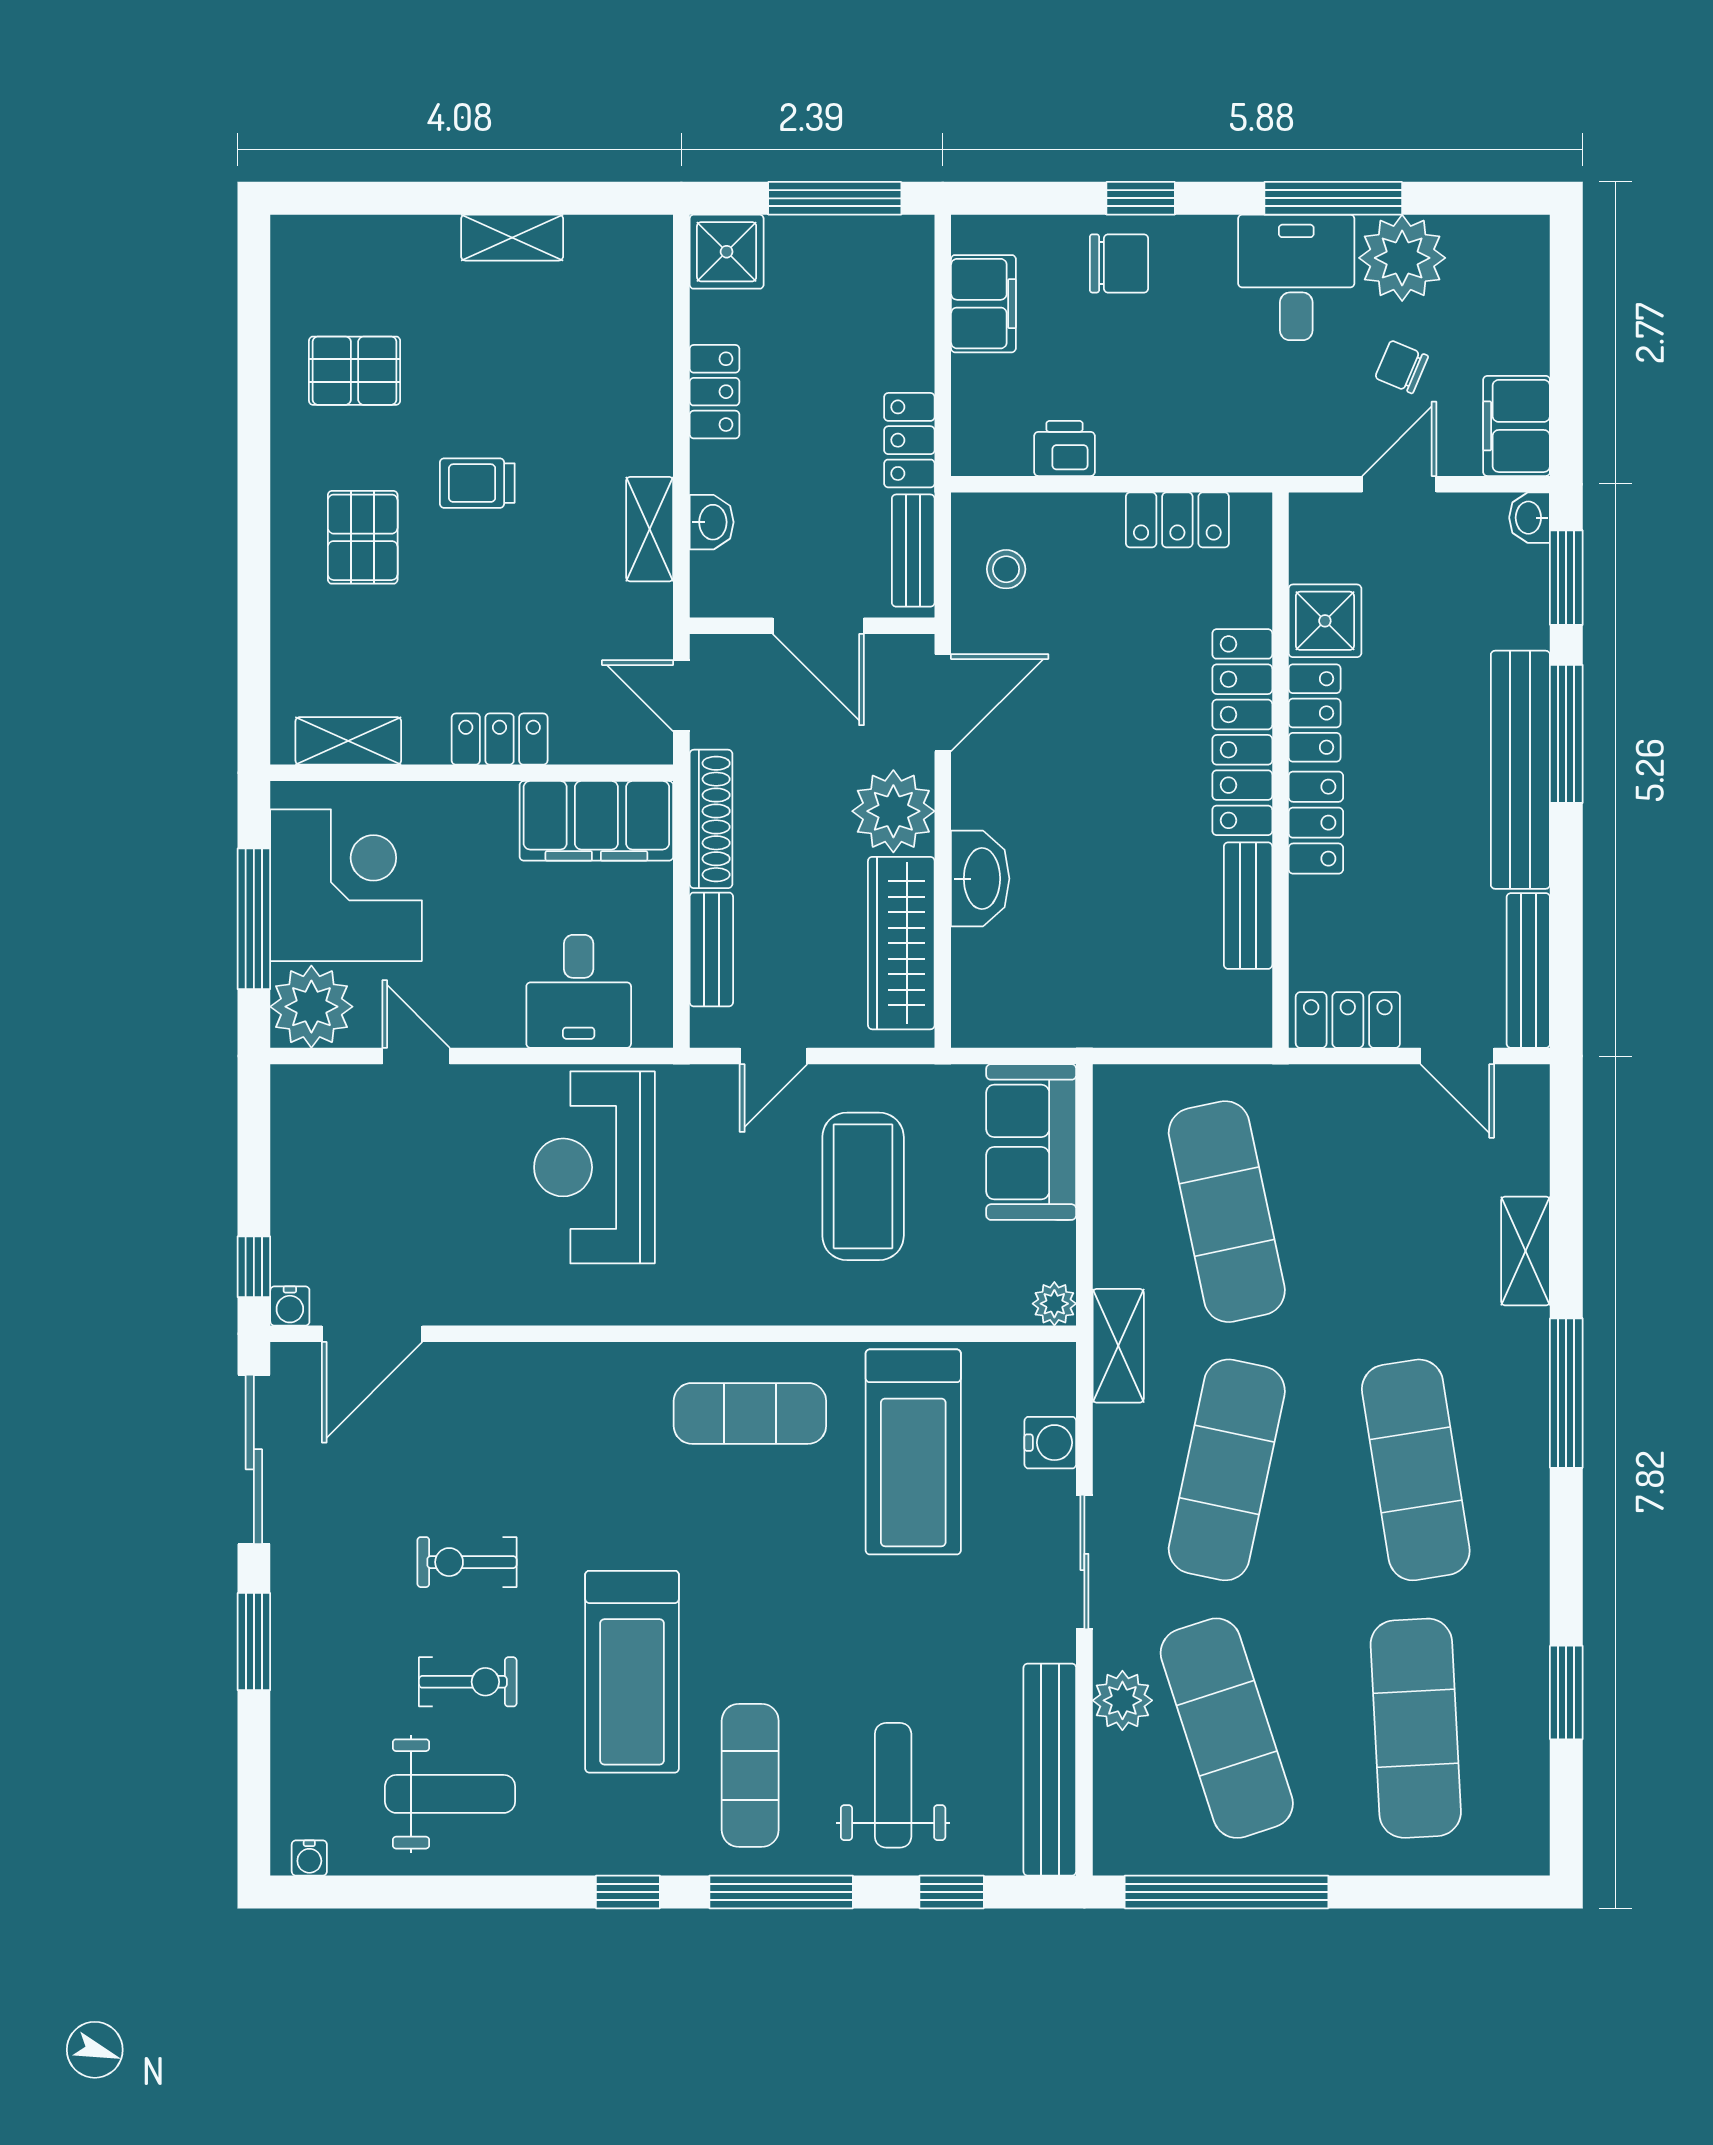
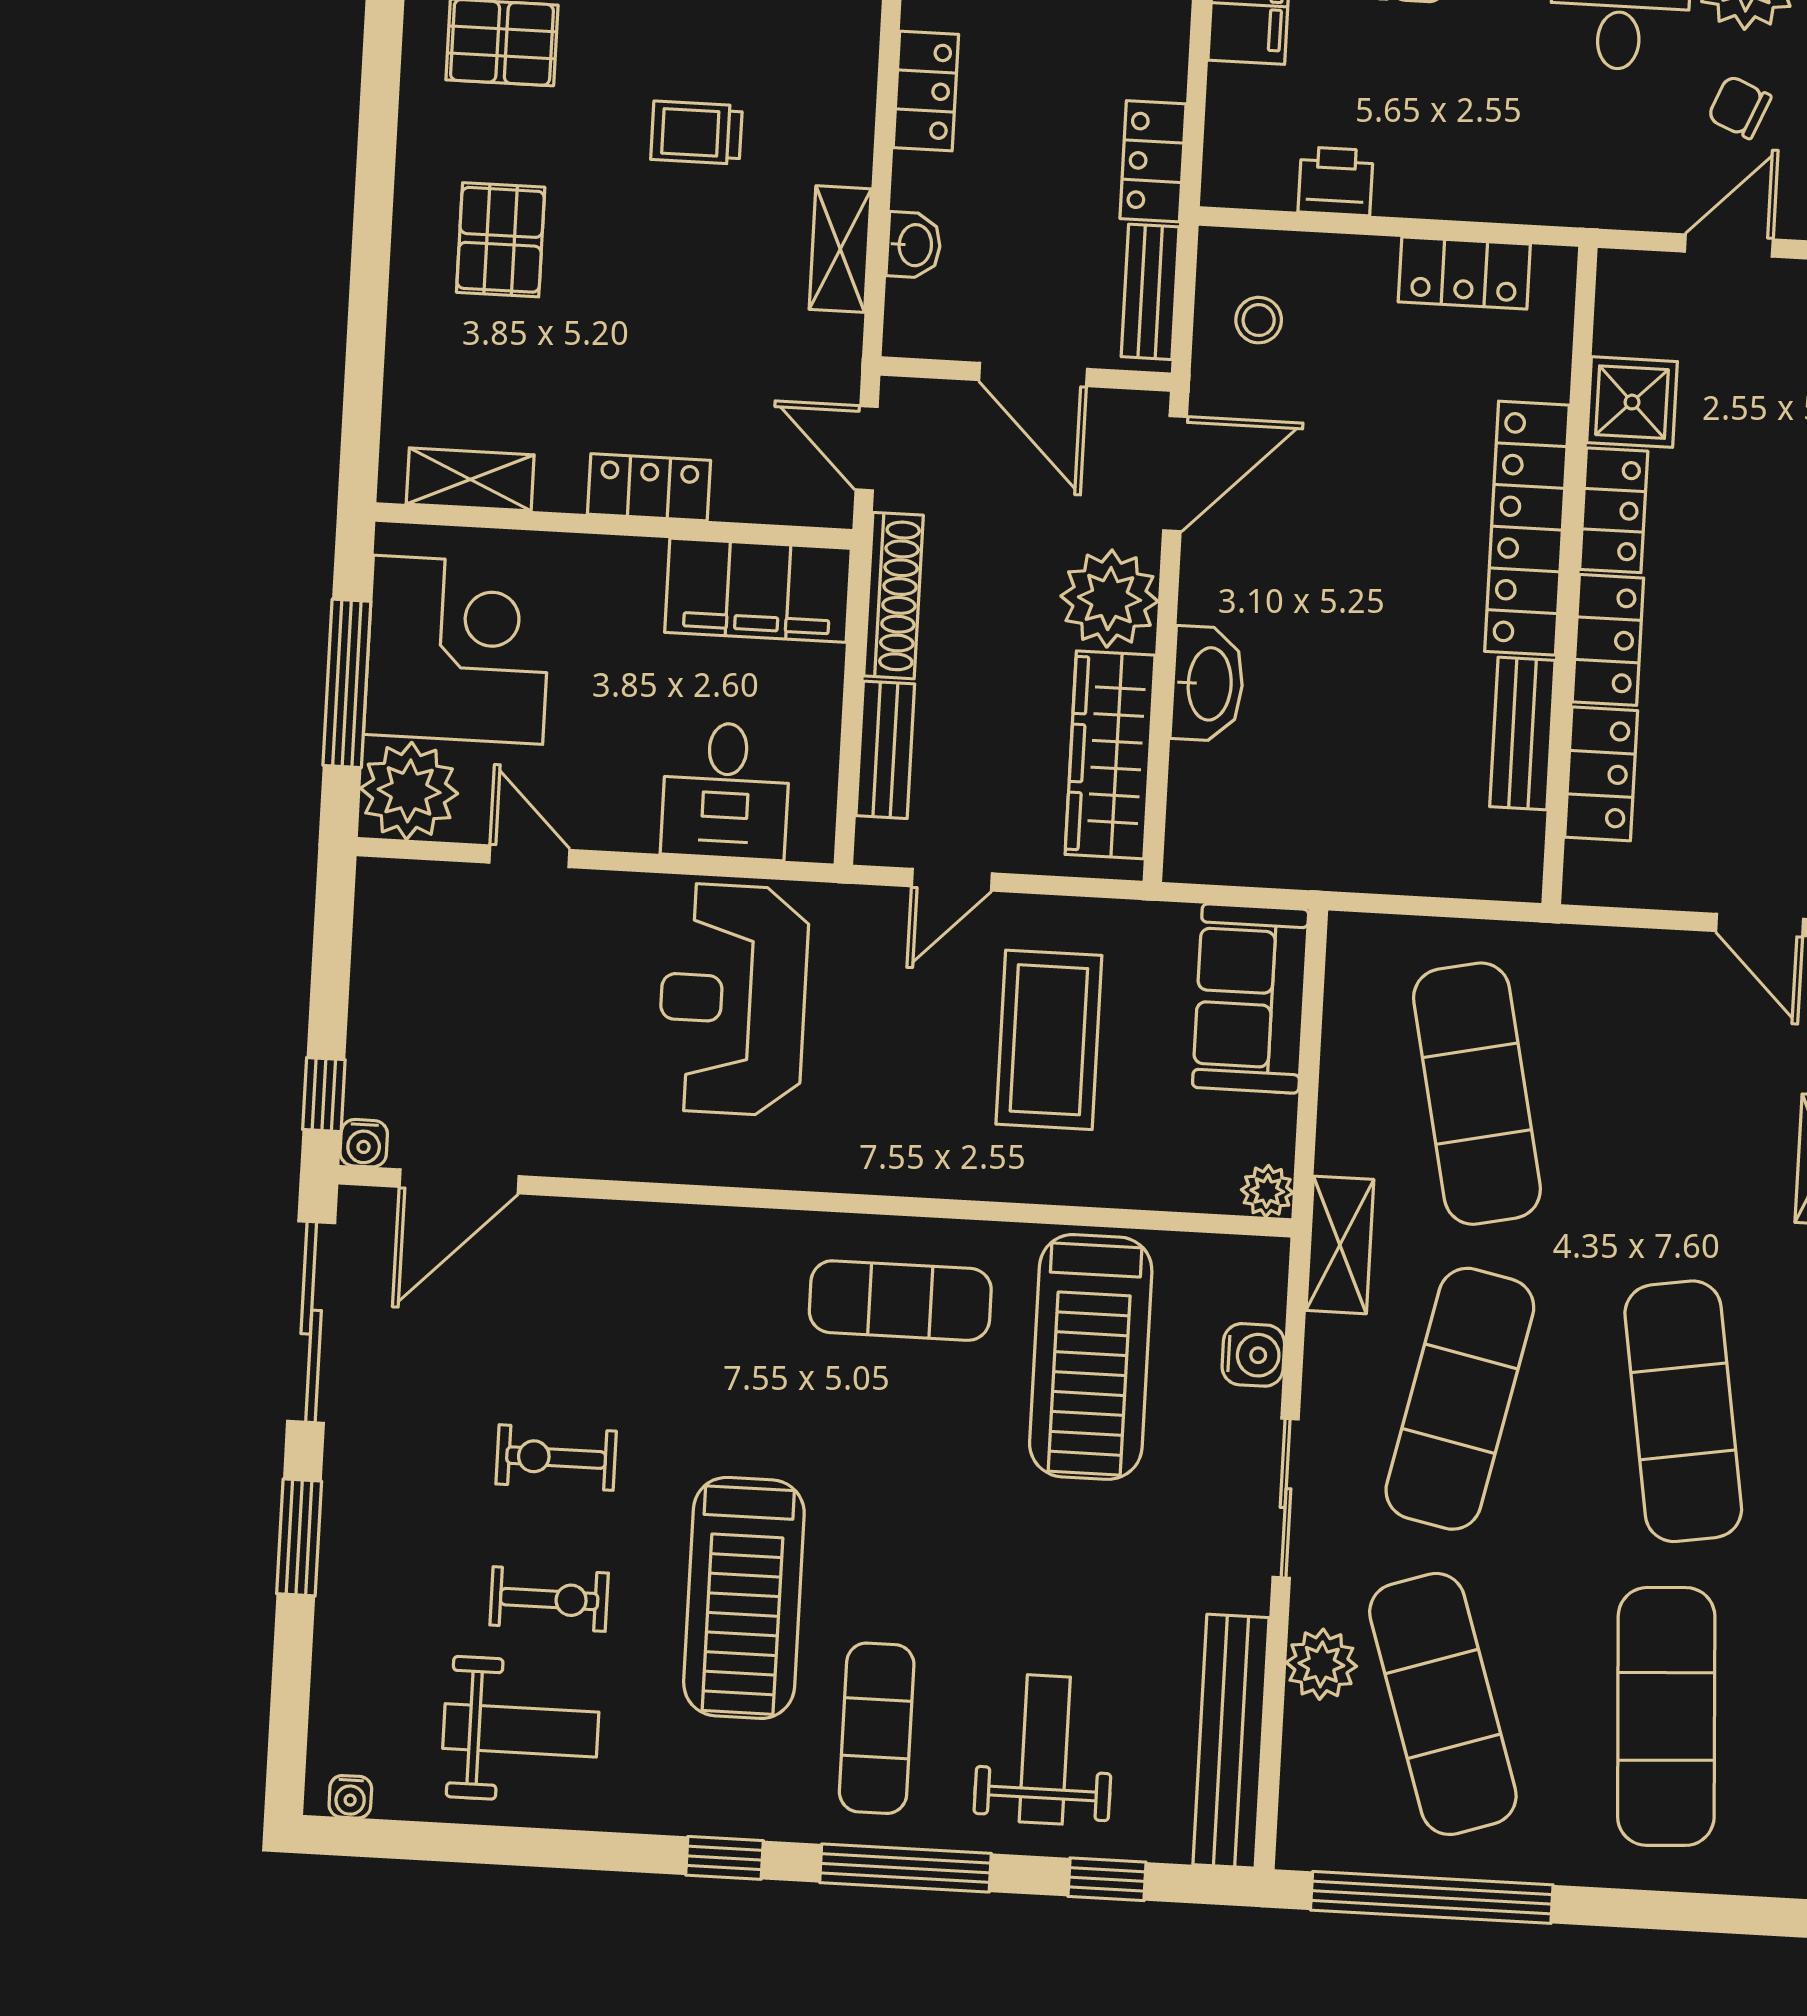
trolley: (477, 483) -> (697, 133), moved
locker: (1348, 1020) -> (1601, 774), moved, turned 90

